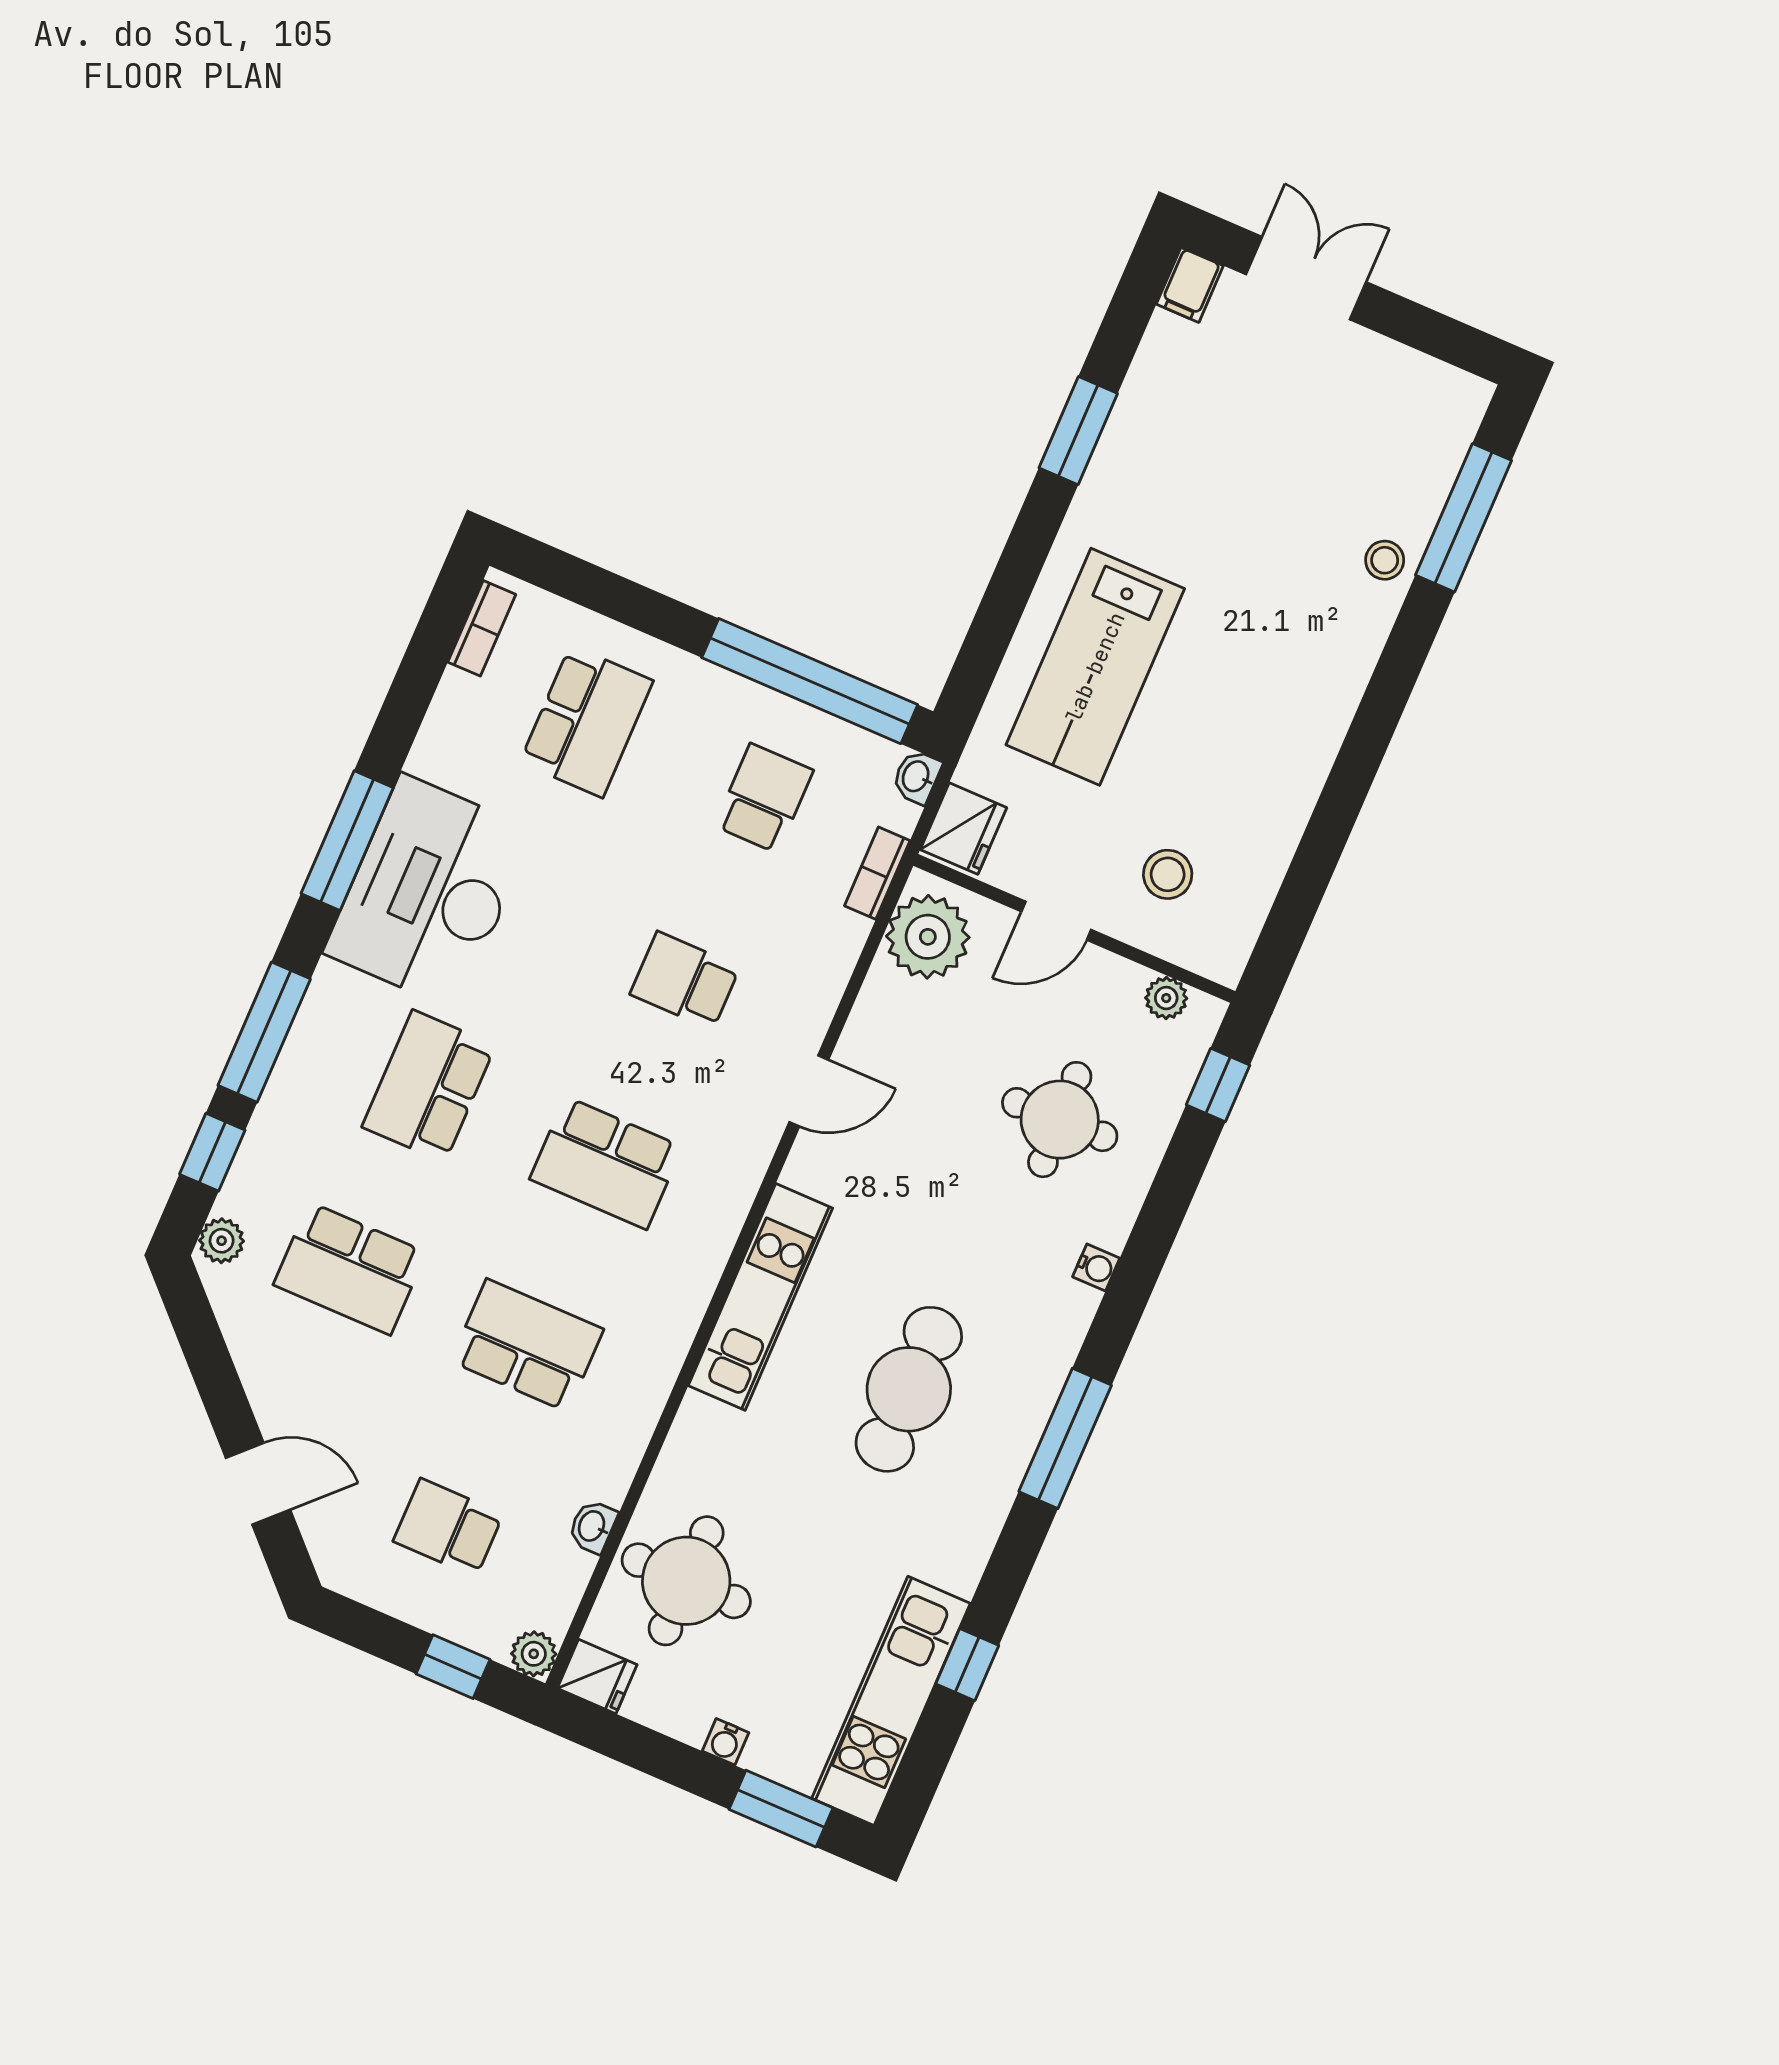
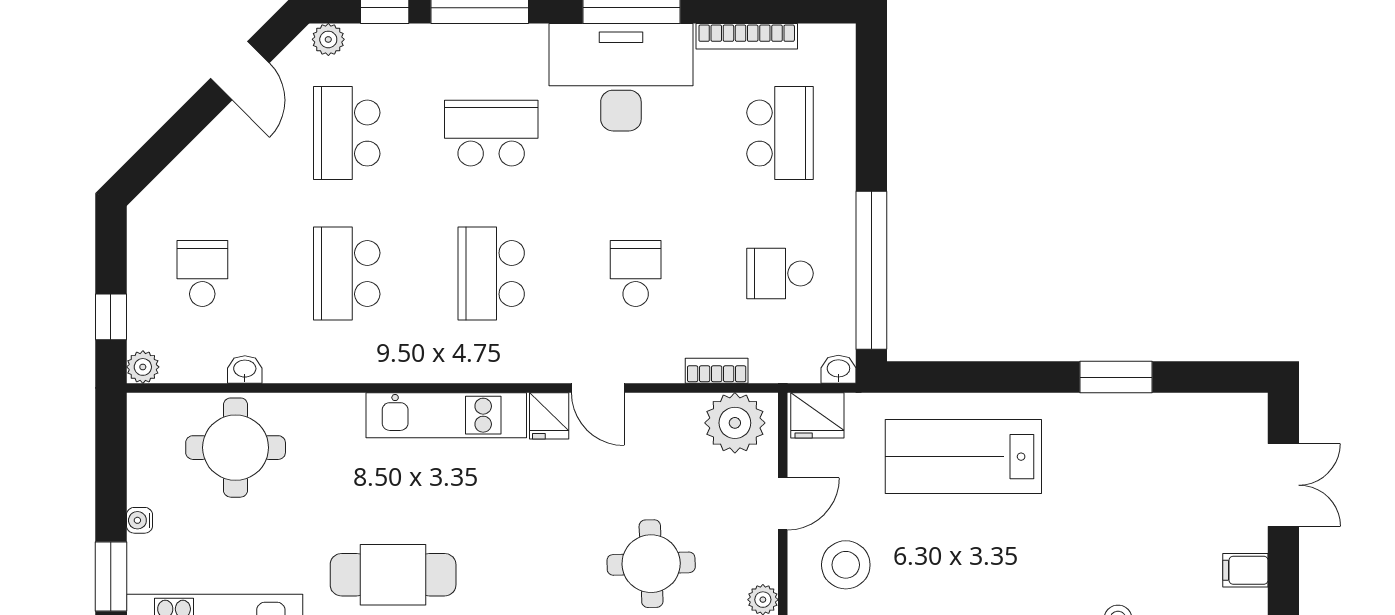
filing cabinet: (1190, 285) -> (1245, 570), moved
bookcase: (482, 628) -> (747, 36), moved, width x1.56
school desk: (587, 721) -> (780, 133), turned -90
school desk: (764, 798) -> (780, 273), turned 180
bookcase: (877, 873) -> (717, 371), moved
stool: (1168, 874) -> (846, 565), width x1.38, depth x1.38
door: (1056, 921) -> (783, 504), swing flipped
school desk: (527, 1345) -> (347, 273), turned 180
cafe table: (909, 1389) -> (393, 575), moved
door: (258, 1484) -> (240, 71), moved
fridge: (597, 1676) -> (549, 416), moved

